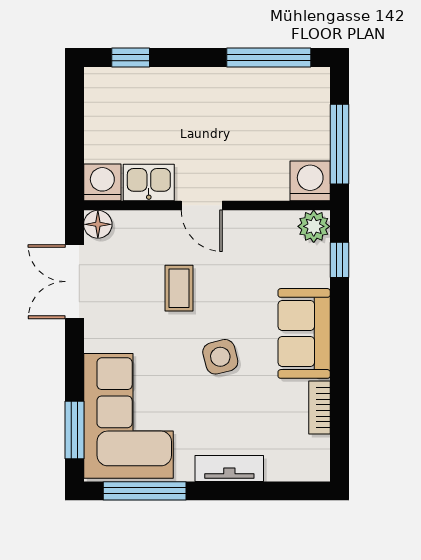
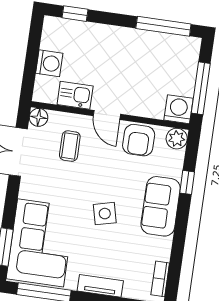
washing machine: (102, 182) -> (49, 63), moved, turned 90
armchair: (256, 237) -> (139, 140), added
window: (339, 260) -> (187, 182), moved
coffee table: (179, 288) -> (70, 146), moved
bookcase: (319, 408) -> (160, 279), moved

